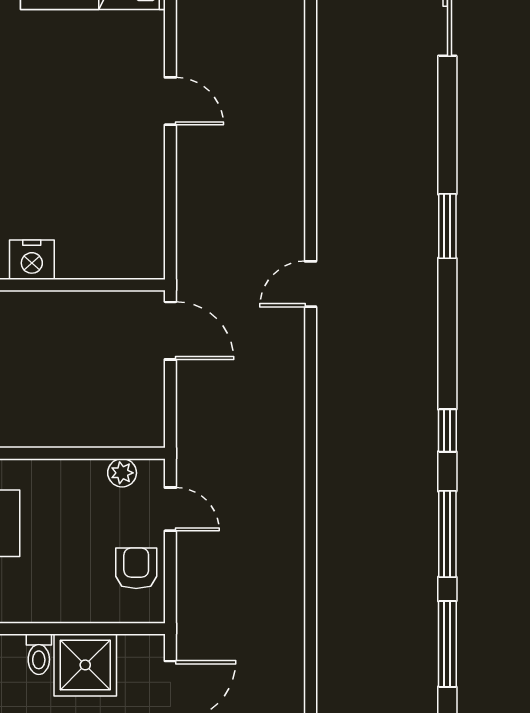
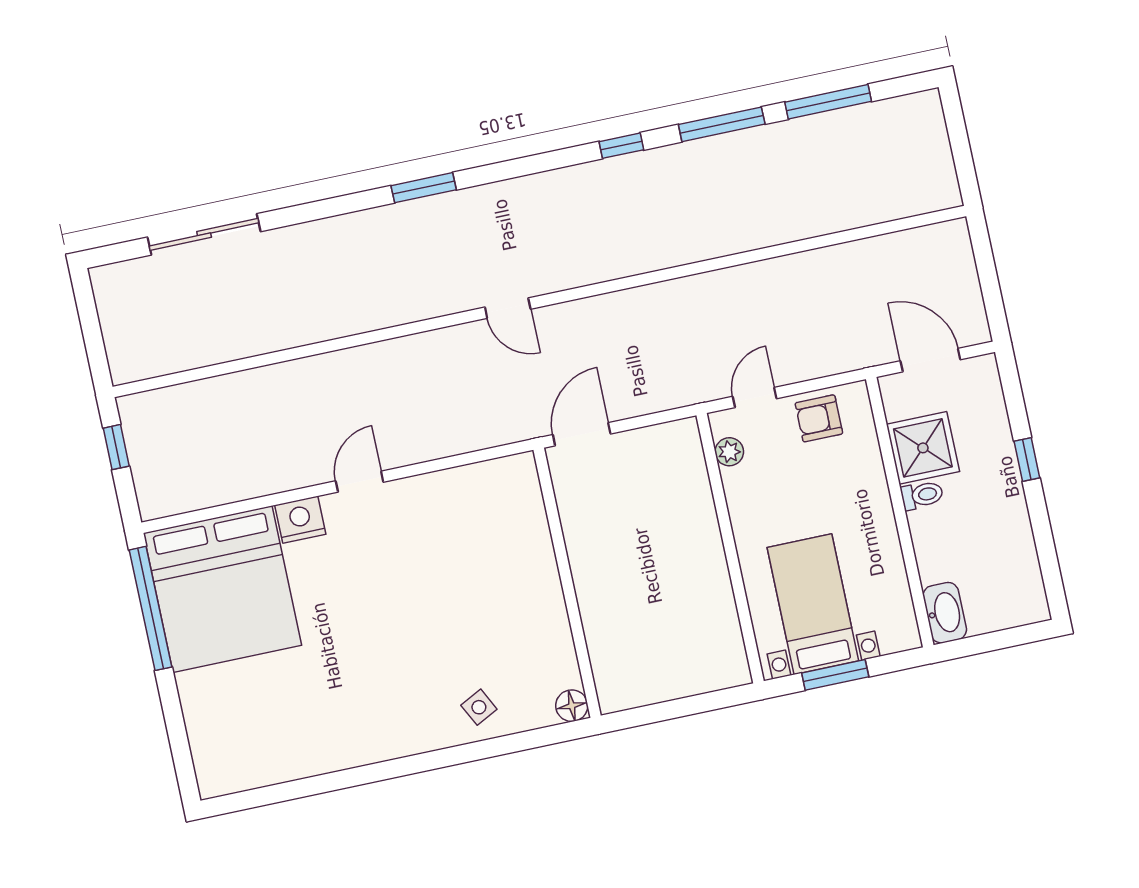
nightstand: (32, 260) -> (300, 520), moved, turned -90

